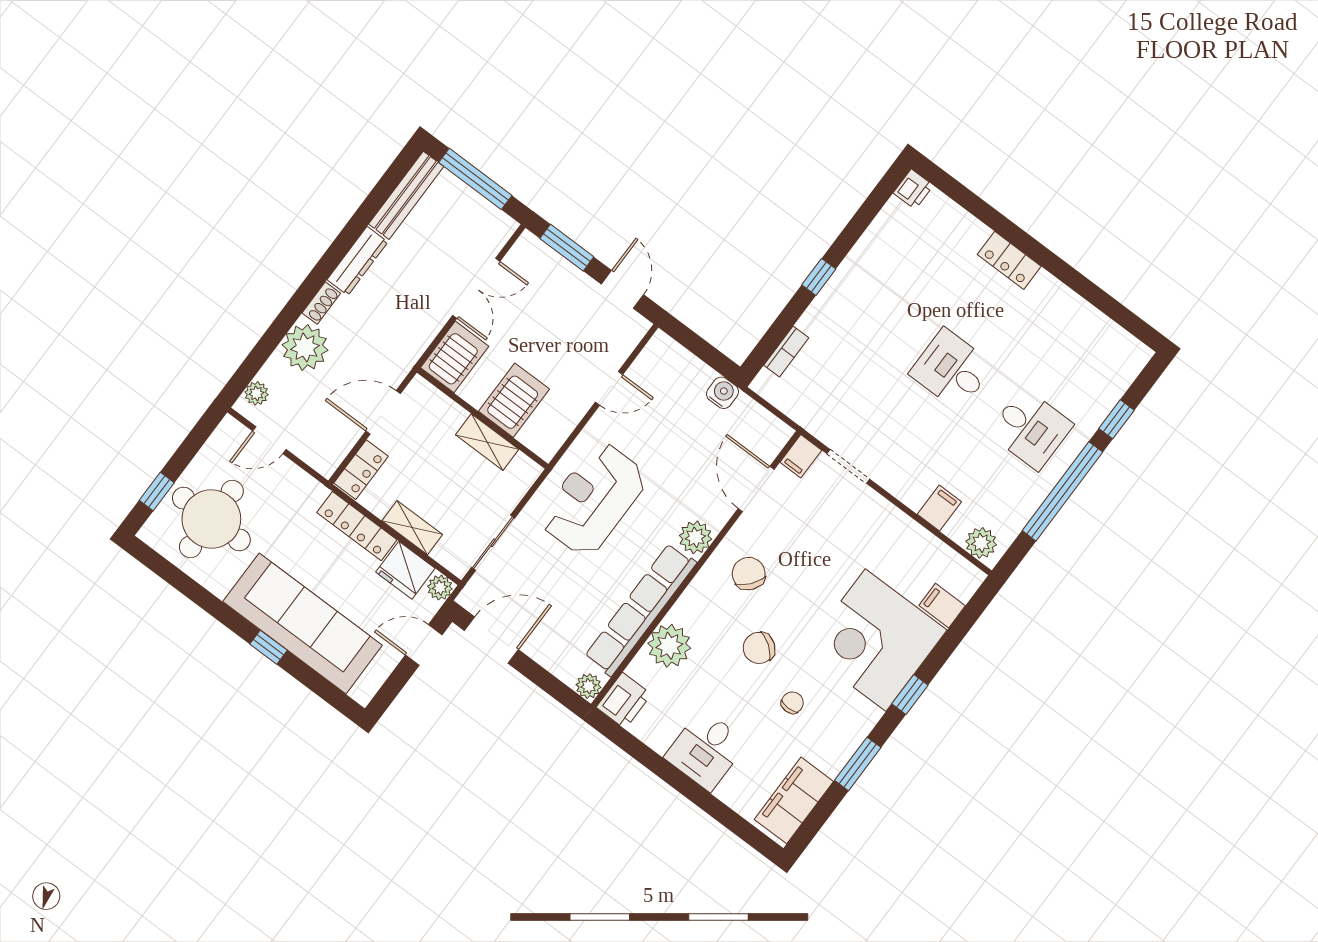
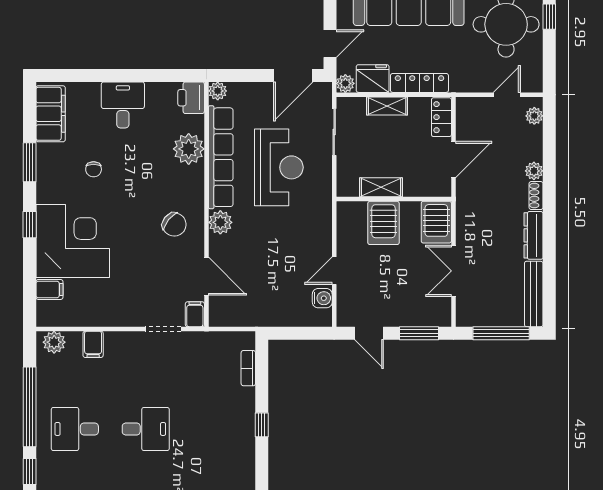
plant: (305, 347) -> (534, 171), width x0.53, depth x0.53
water cooler: (723, 393) -> (322, 298), moved, turned -90
reception desk: (593, 499) -> (279, 167), moved
chair: (759, 648) -> (136, 186), removed

